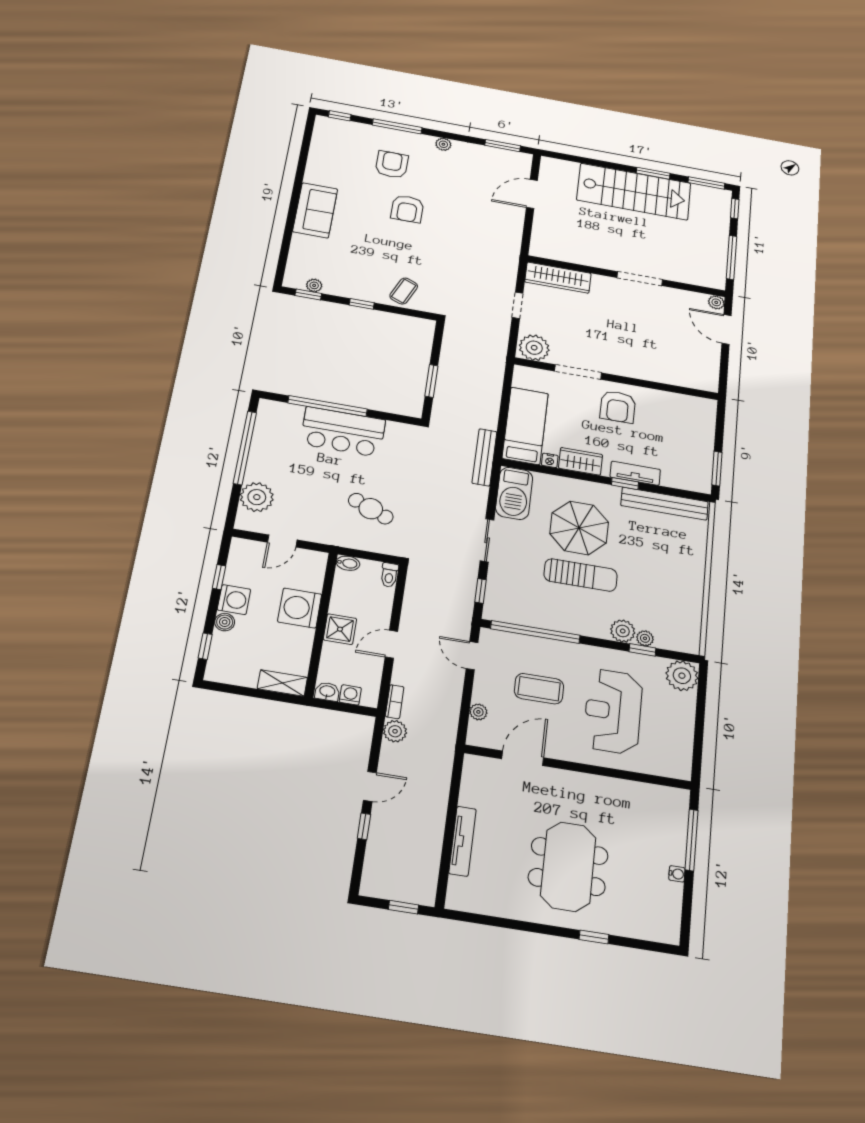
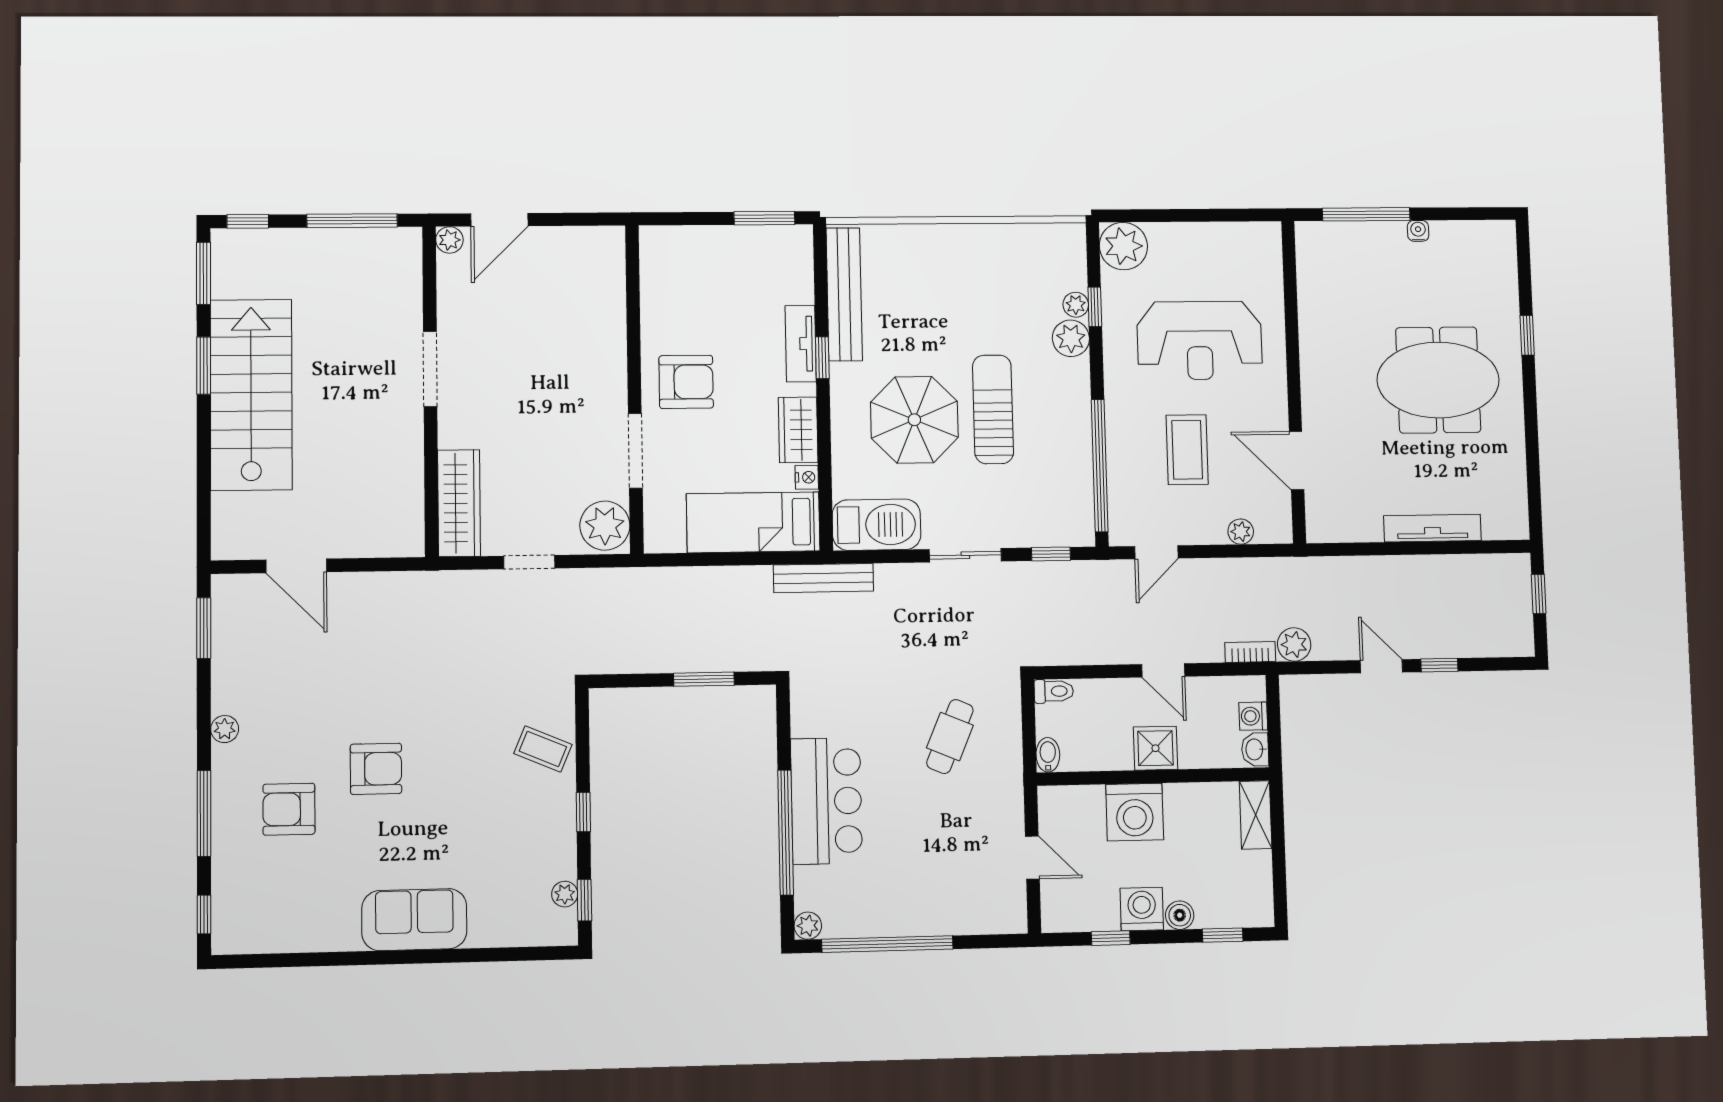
plant: (257, 497) -> (808, 926), moved, width x0.53, depth x0.53

